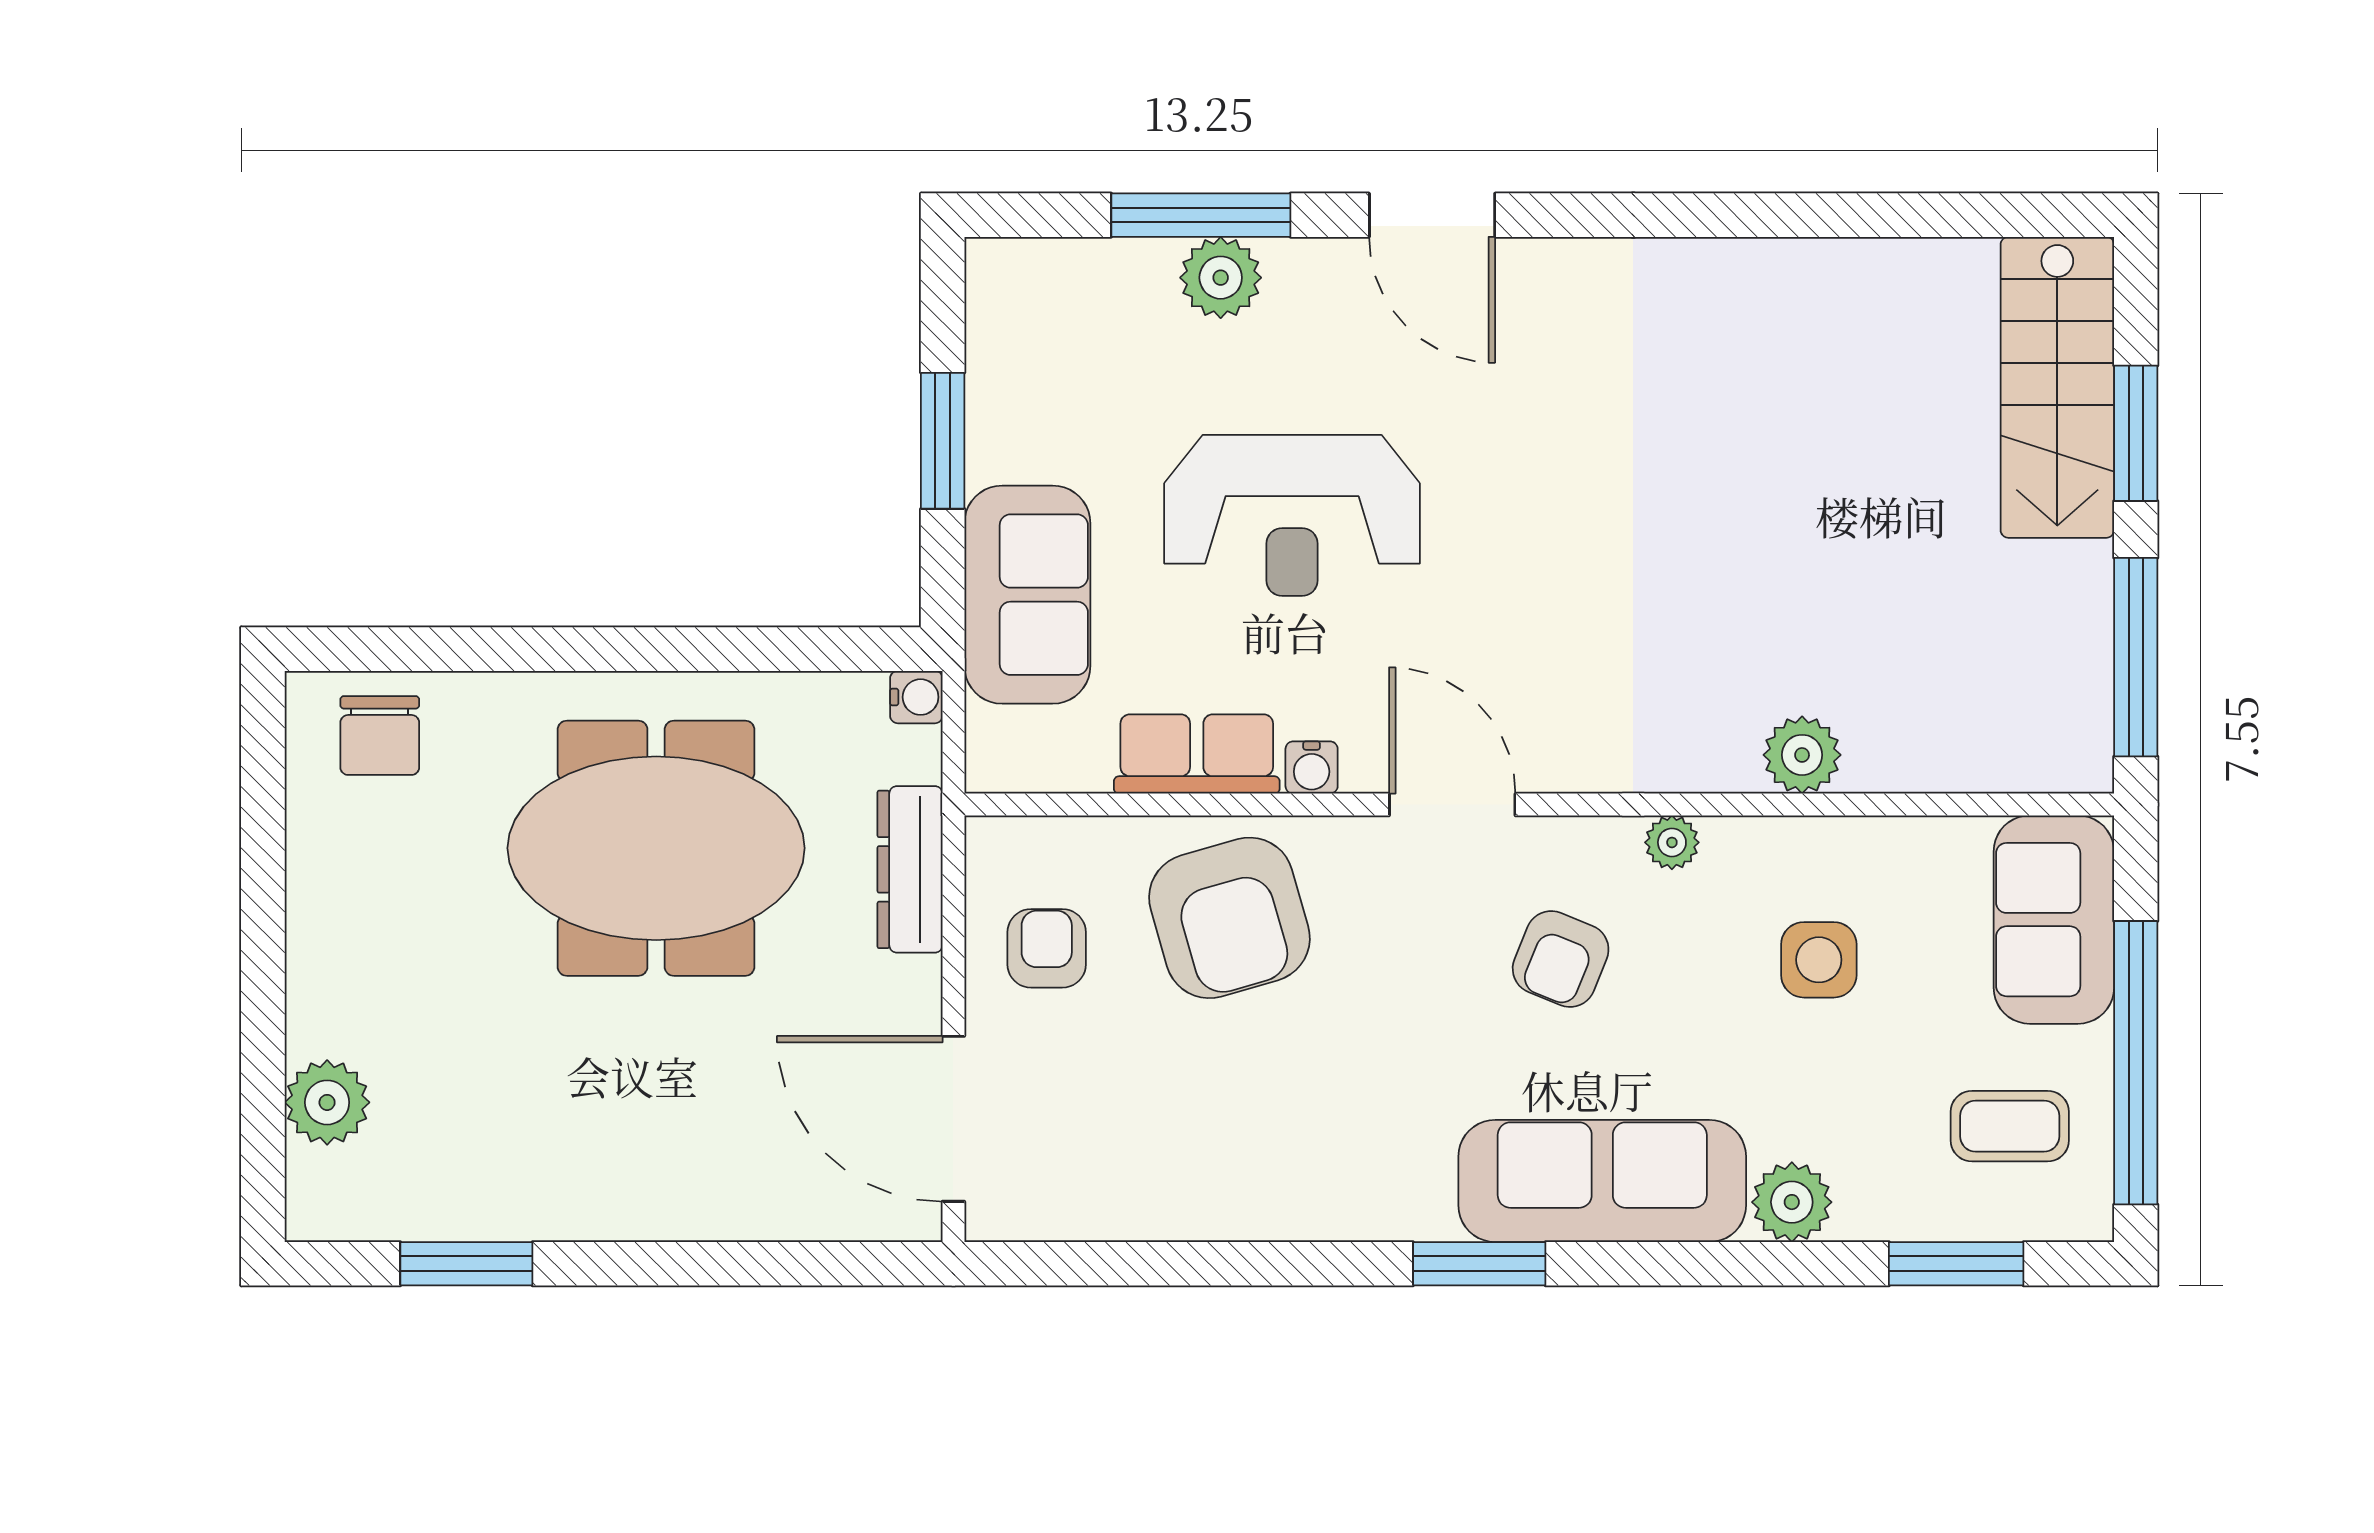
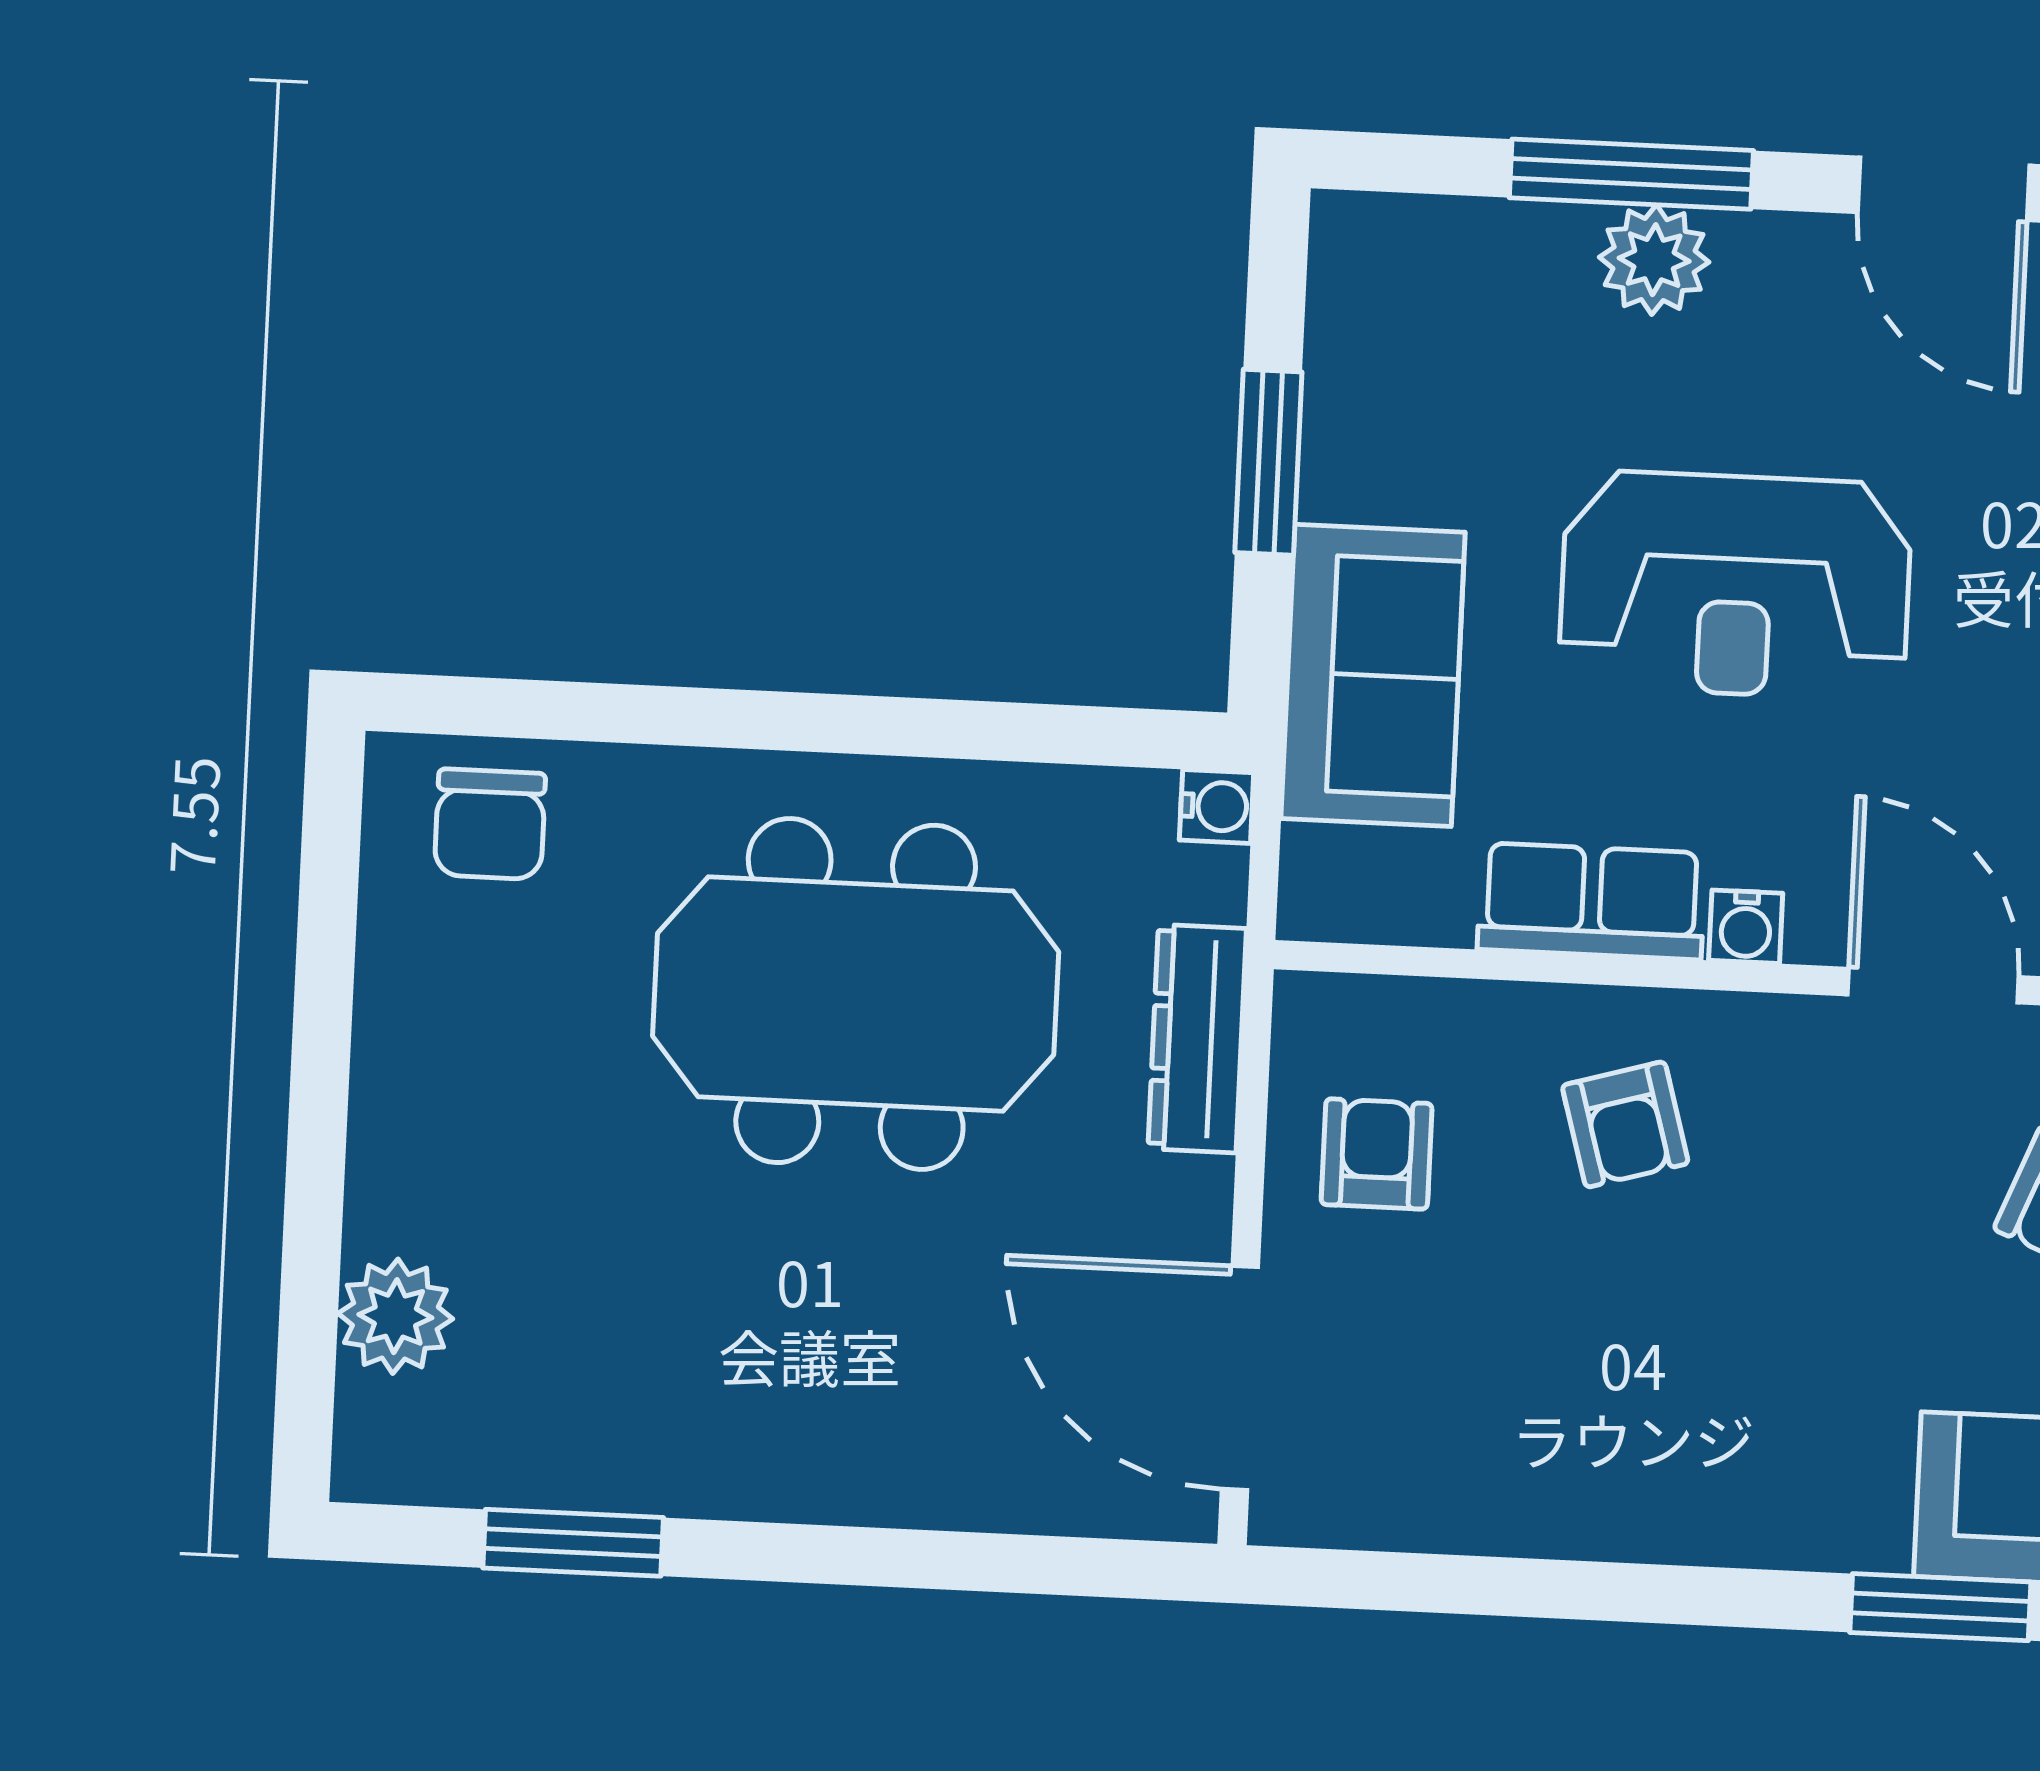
armchair: (1229, 918) -> (1625, 1124), width x0.53, depth x0.53

